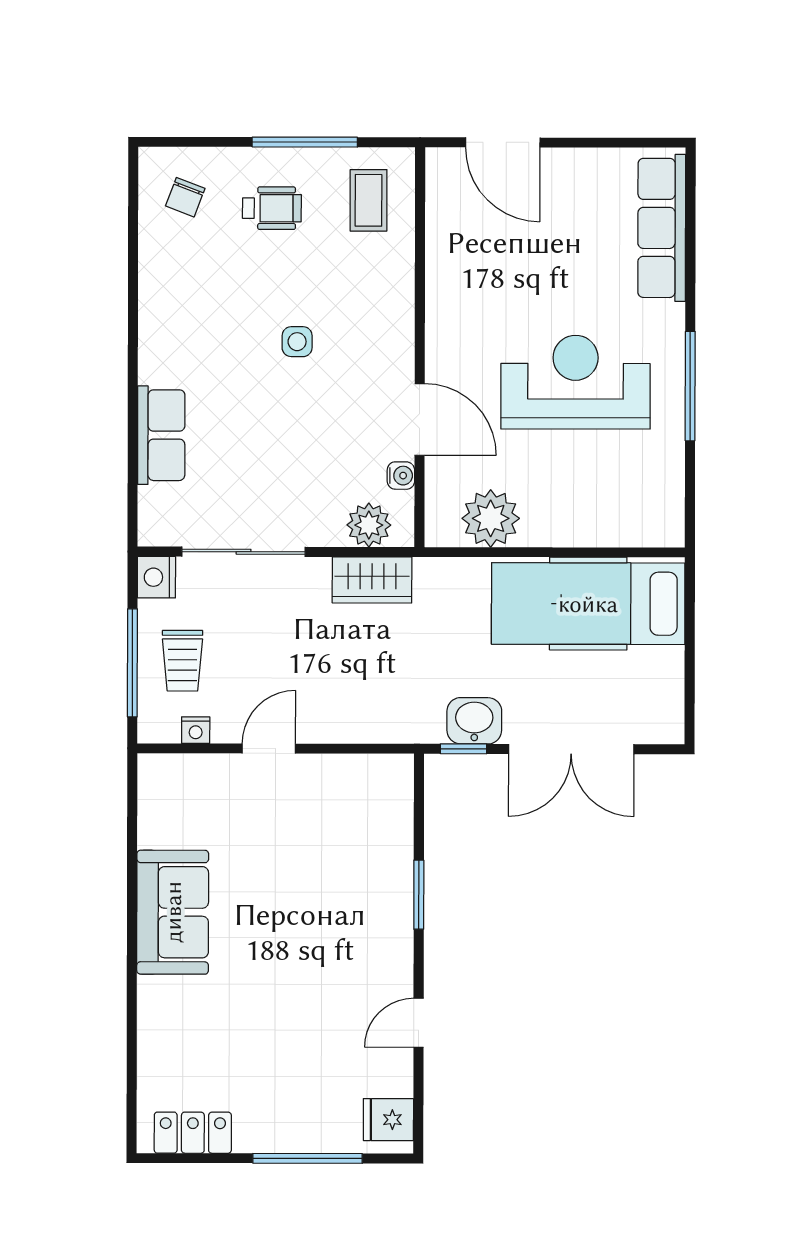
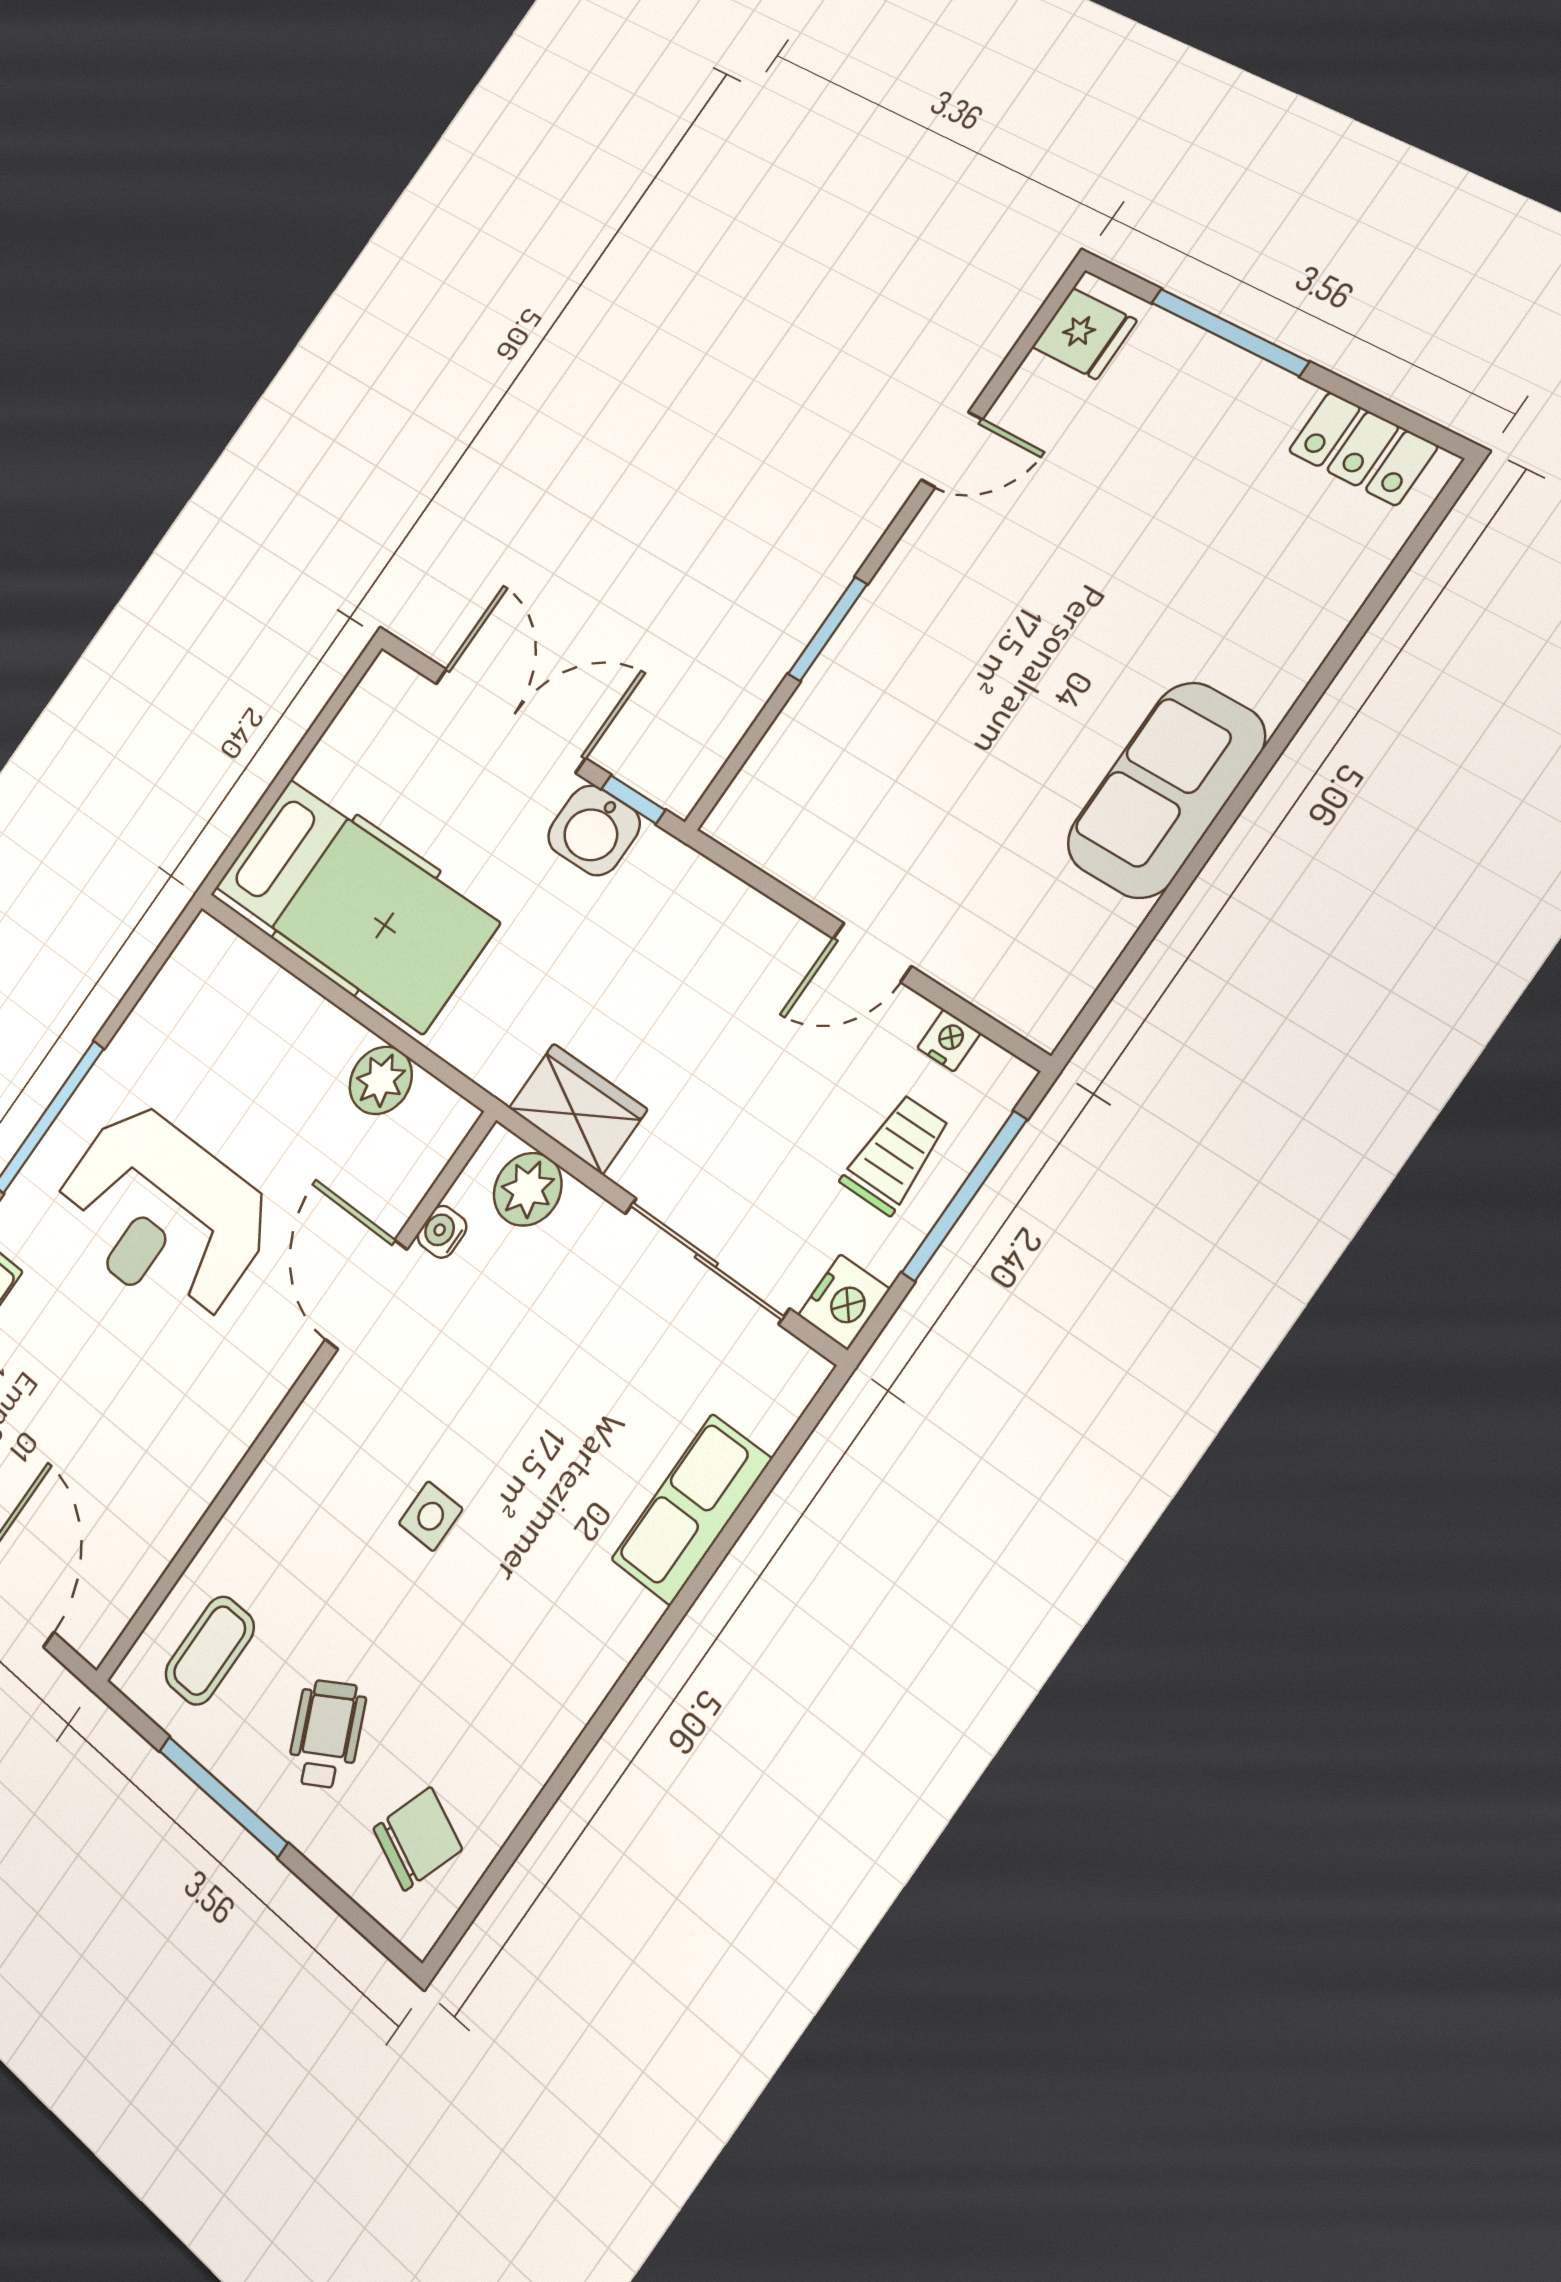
chair: (185, 197) -> (418, 1839), width x1.37, depth x1.37
wheelchair: (272, 208) -> (327, 1734), turned 62
plant: (491, 518) -> (381, 1080), width x0.73, depth x0.73

